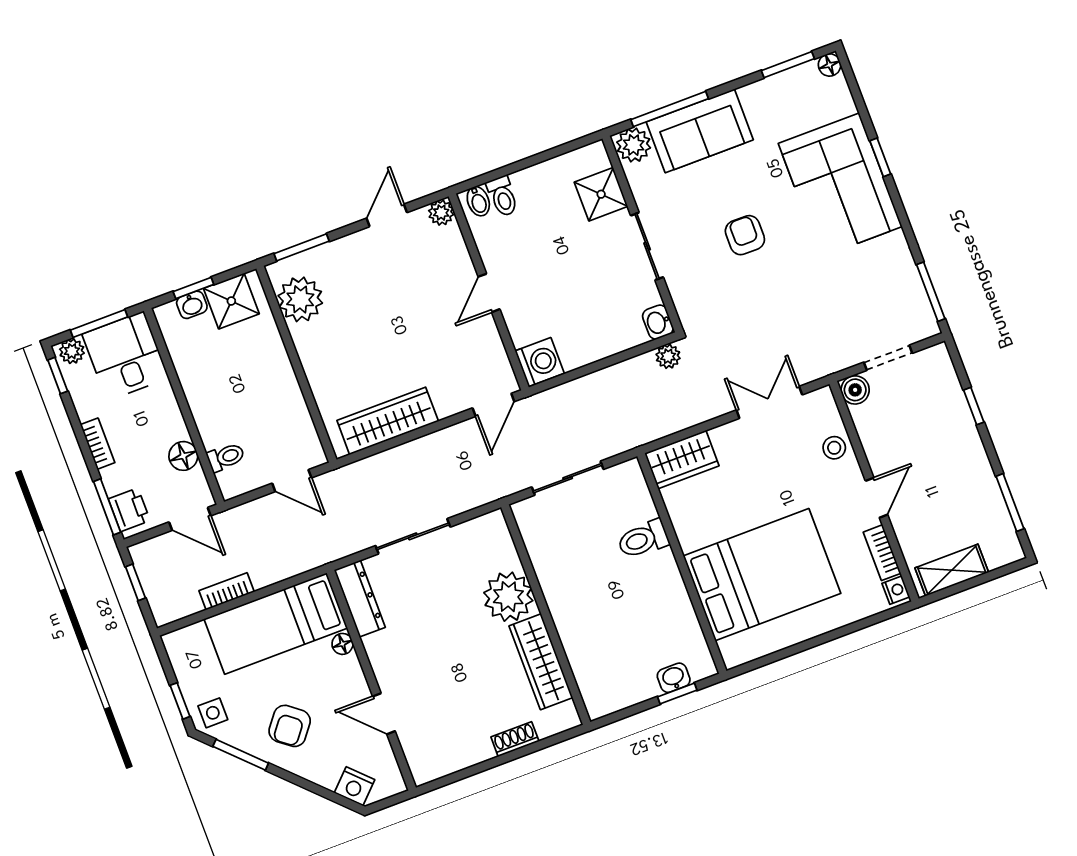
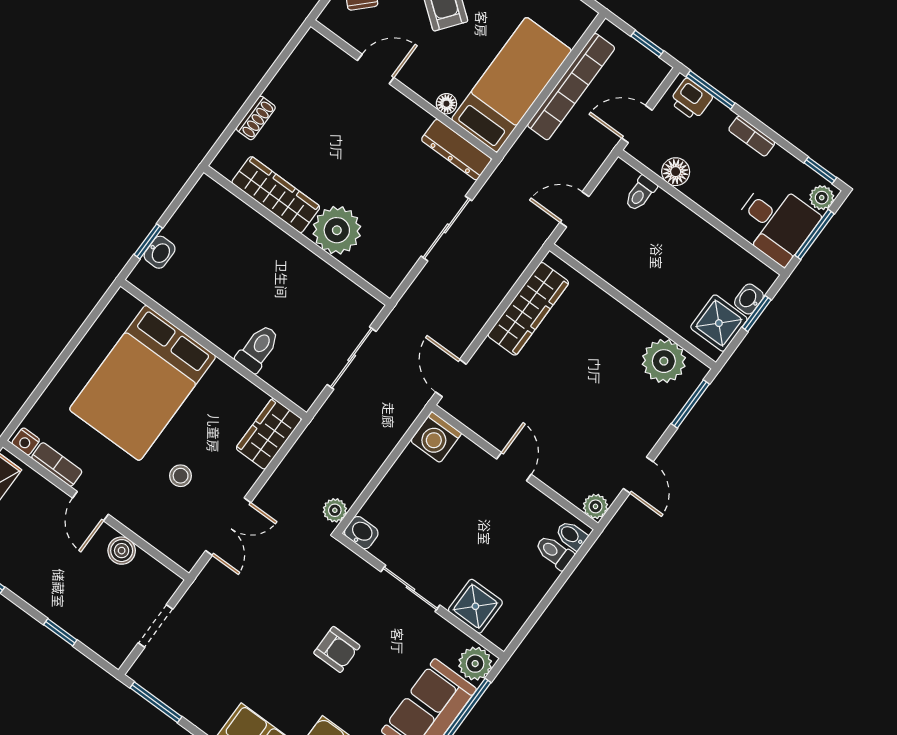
boiler: (855, 390) -> (122, 551), moved
stool: (834, 448) -> (181, 476), moved
bookcase: (227, 591) -> (571, 87), width x2.31, depth x1.31

